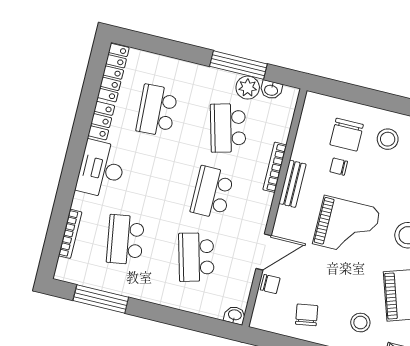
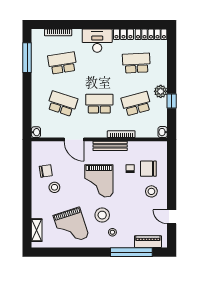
window: (238, 65) -> (172, 101), width x0.46
plant: (248, 88) -> (161, 91), moved
washbasin: (271, 90) -> (163, 132), moved
bench: (292, 184) -> (110, 146), width x1.36
school desk: (196, 257) -> (62, 104), turned 33
chair: (270, 284) -> (58, 147), removed
stool: (360, 323) -> (54, 187), moved

